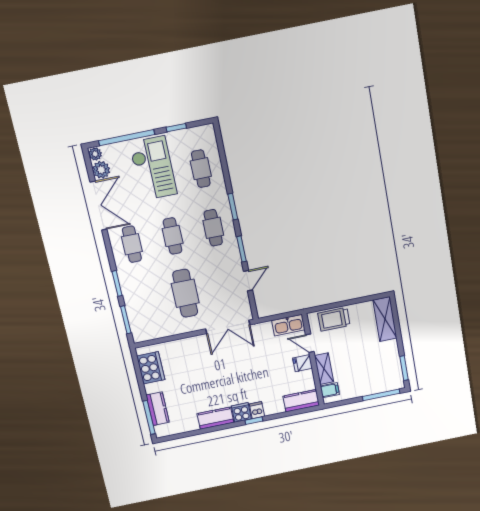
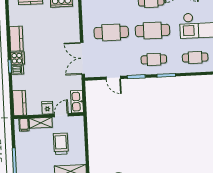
cafe table: (173, 236) -> (152, 30), width x1.37, depth x1.35
trolley: (334, 319) -> (61, 144), moved

